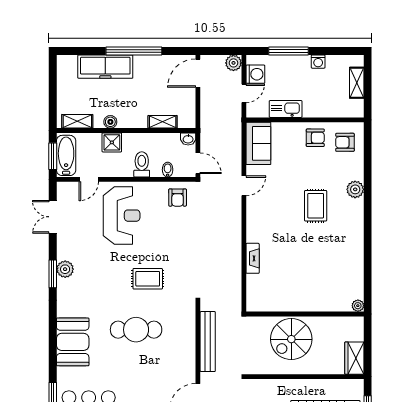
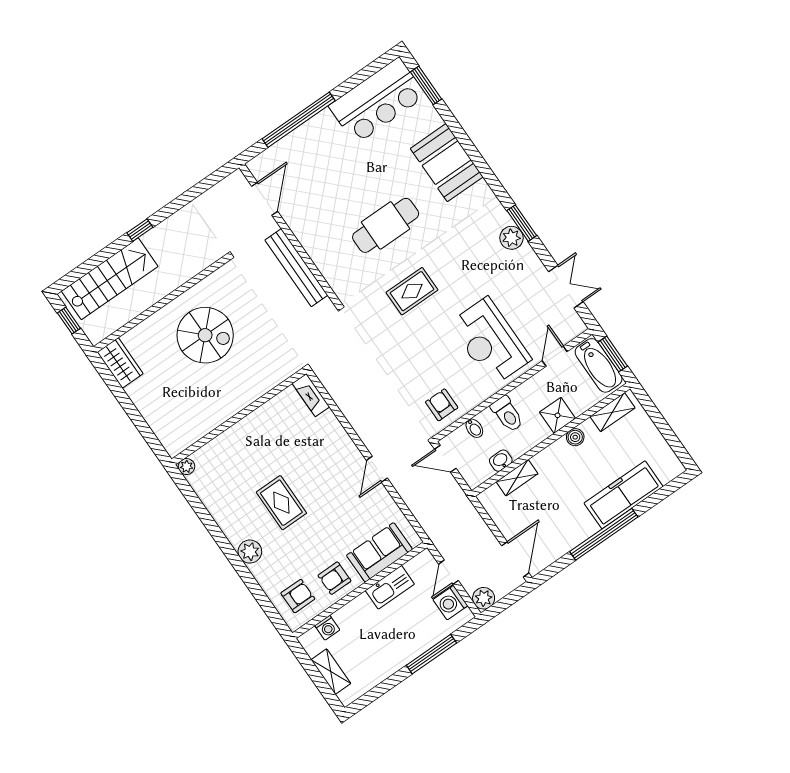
washing machine: (318, 62) -> (327, 628), moved, turned 180
washbasin: (188, 139) -> (501, 461), moved
sofa: (258, 143) -> (379, 552), moved, turned 90
plant: (358, 306) -> (187, 467), moved
wall: (305, 314) -> (239, 416), moved
spiral stairs: (291, 339) -> (205, 335), turned 90

